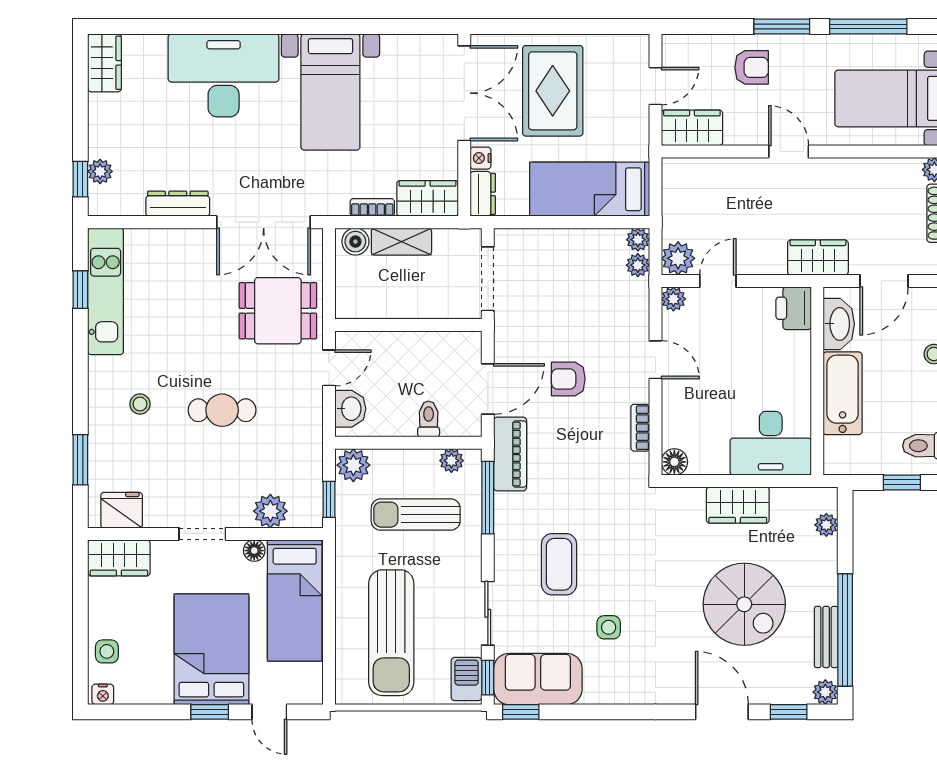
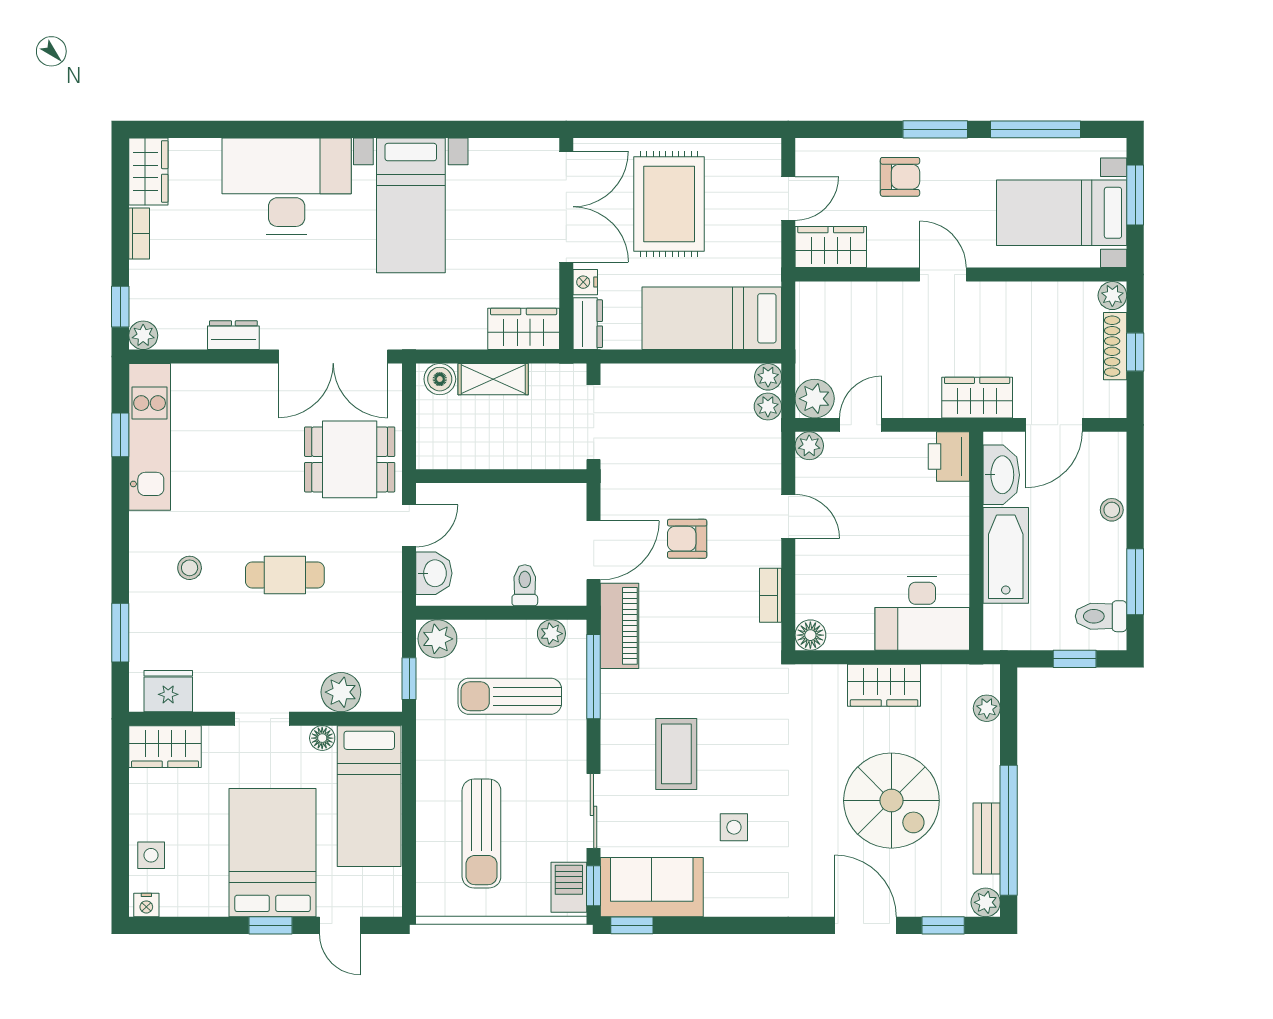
plant: (100, 171) -> (143, 335), moved
dresser: (178, 204) -> (233, 335), width x0.70
bookcase: (372, 207) -> (139, 233), moved, turned 90
sun lounger: (391, 633) -> (481, 834), width x0.73, depth x0.75

